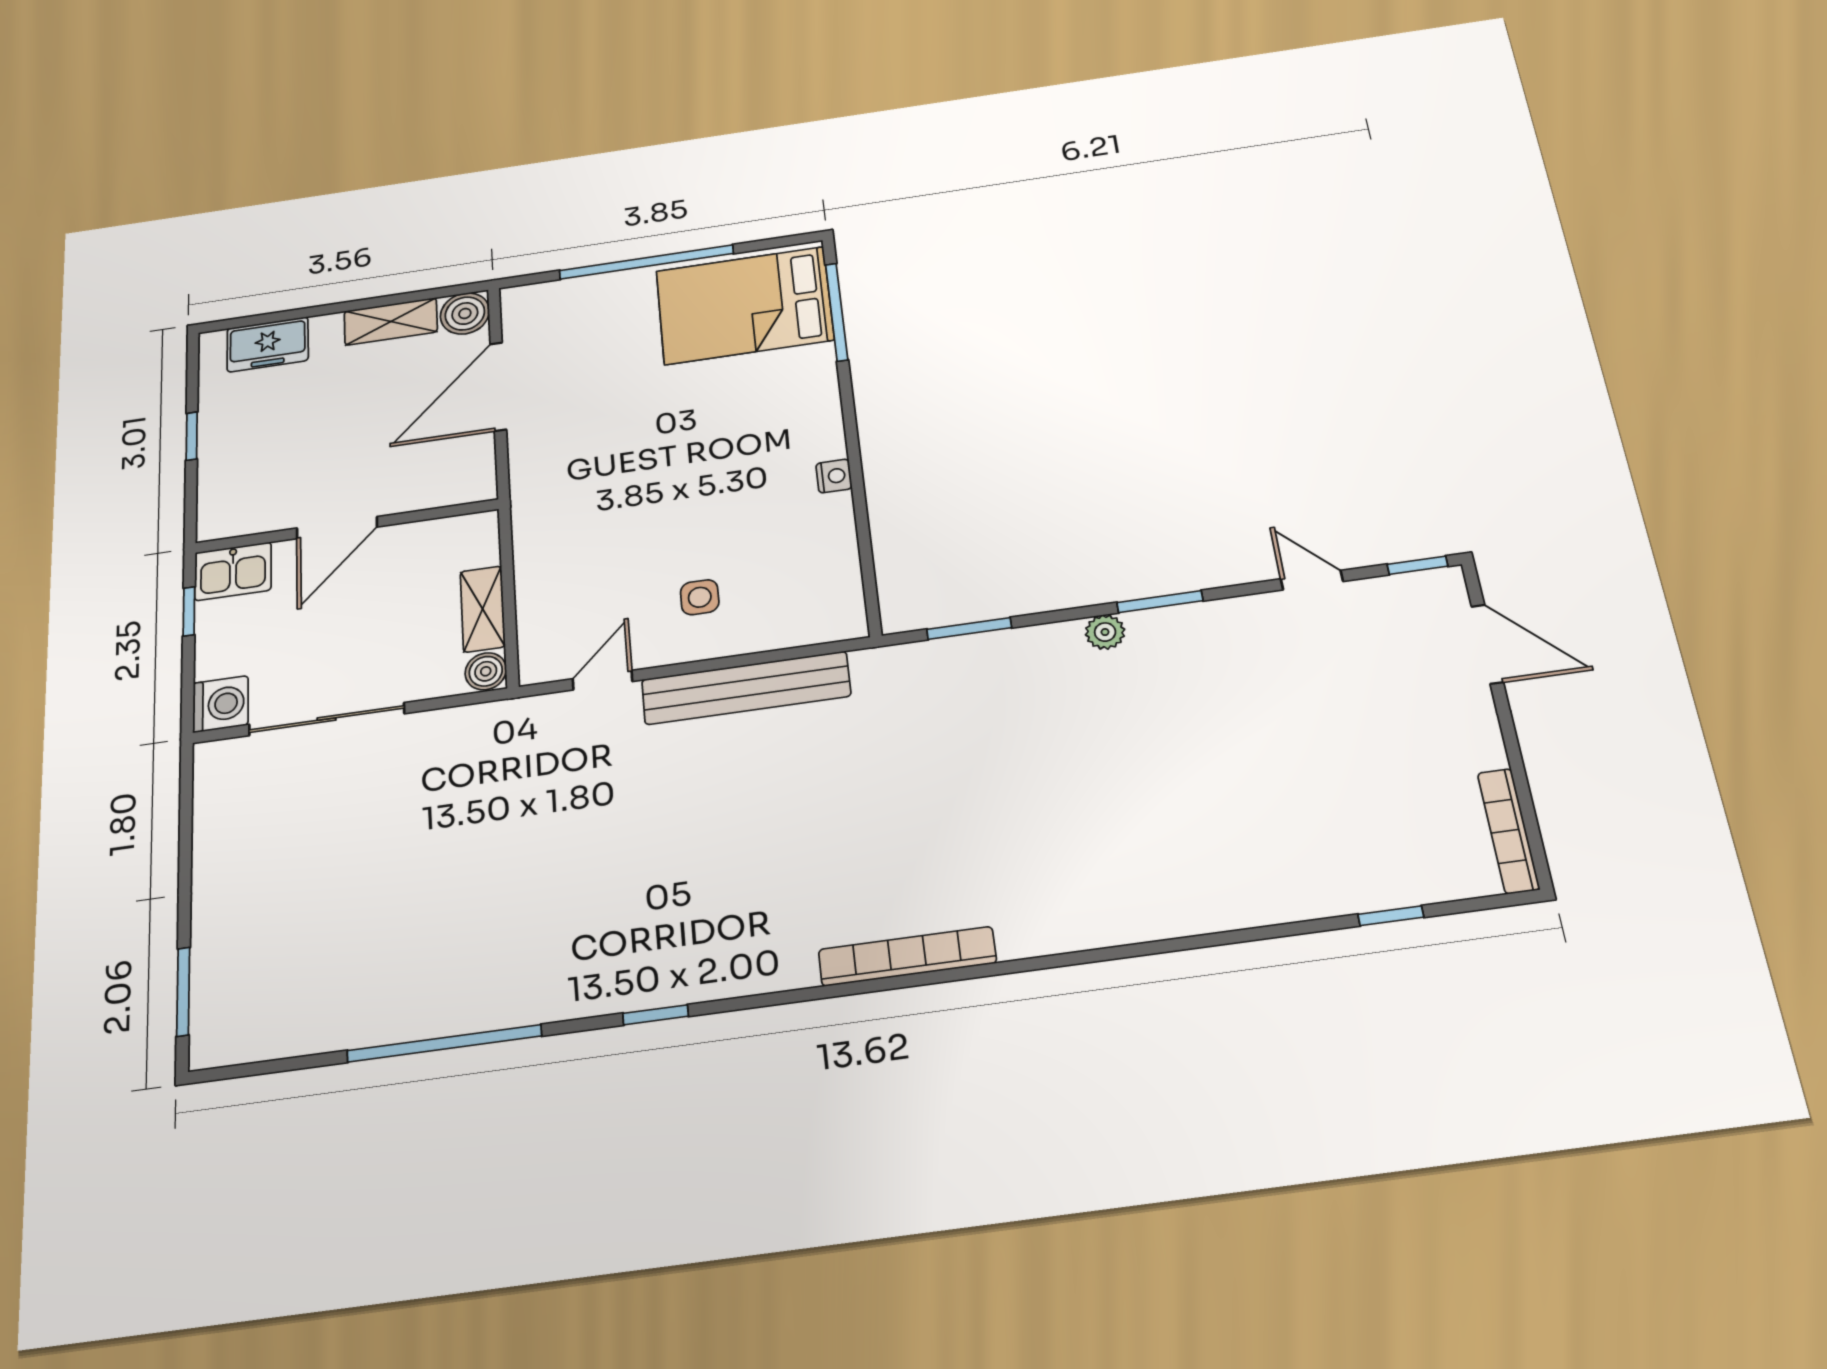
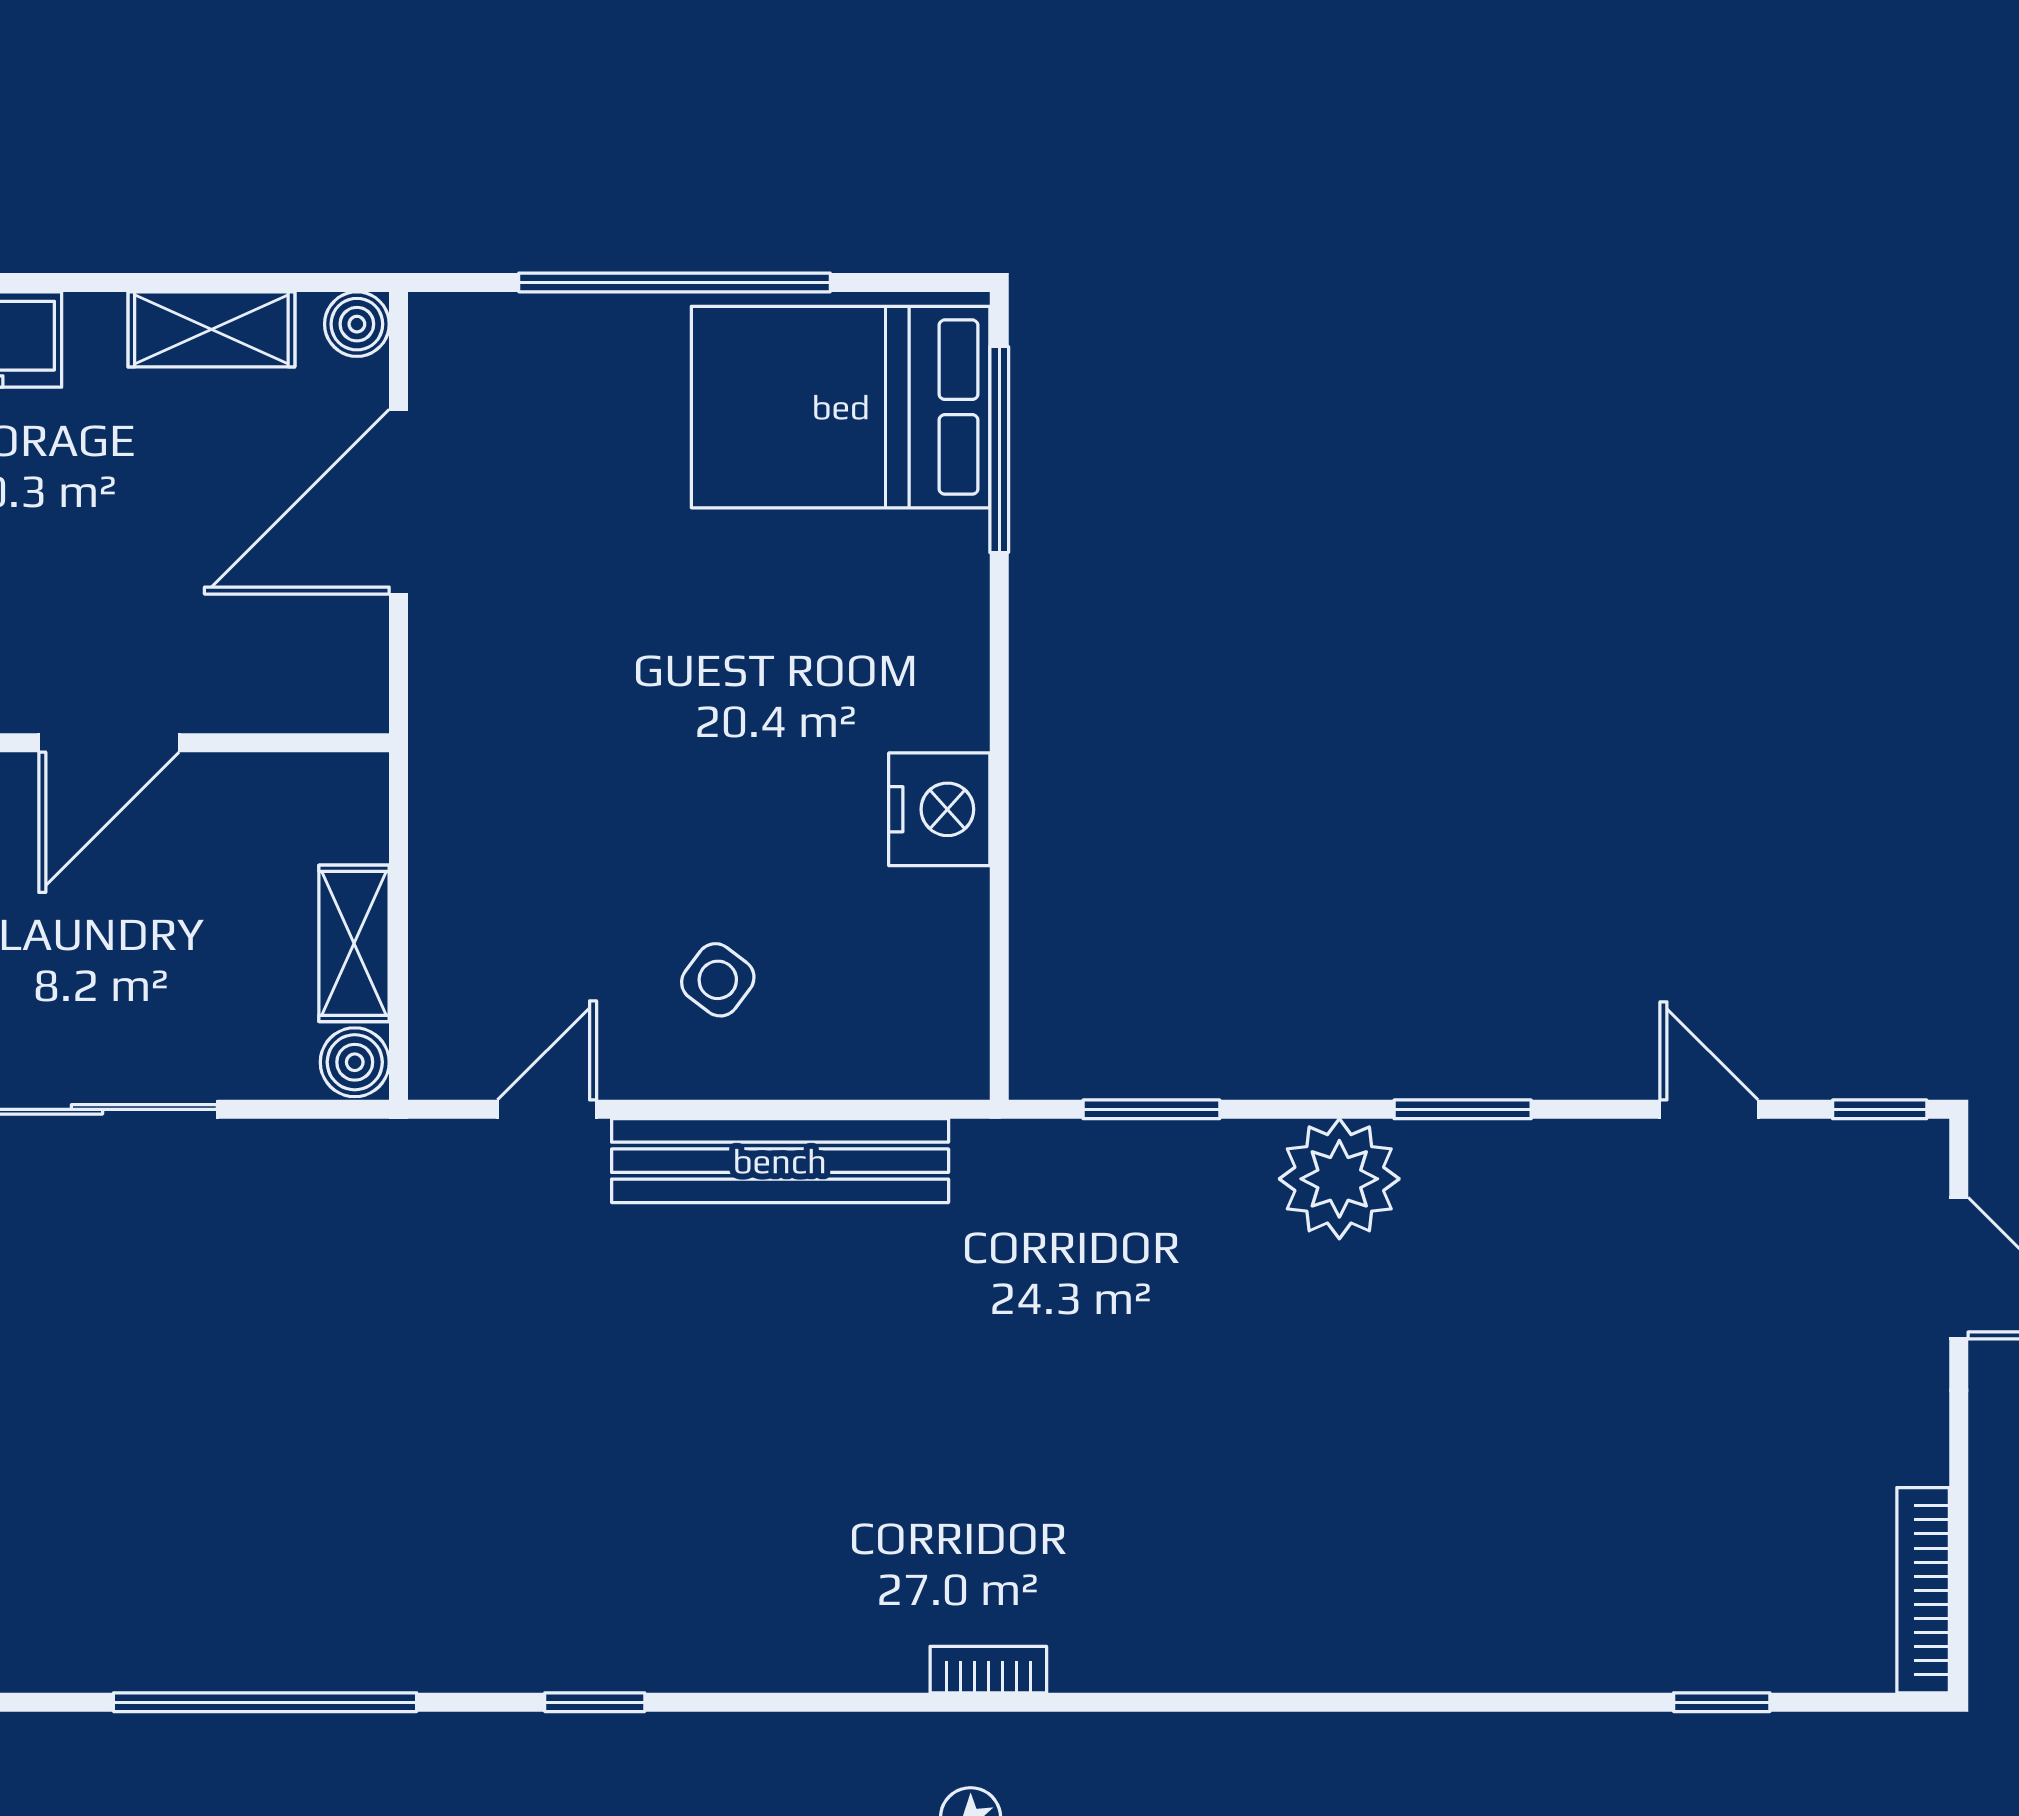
boiler: (465, 314) -> (357, 324), width x0.73, depth x0.73
nightstand: (834, 476) -> (939, 809), width x1.89, depth x1.79
side table: (700, 597) -> (718, 980), turned 37
plant: (1105, 632) -> (1339, 1179), width x1.87, depth x1.87
bookcase: (907, 956) -> (988, 1670), width x0.43, depth x0.76

